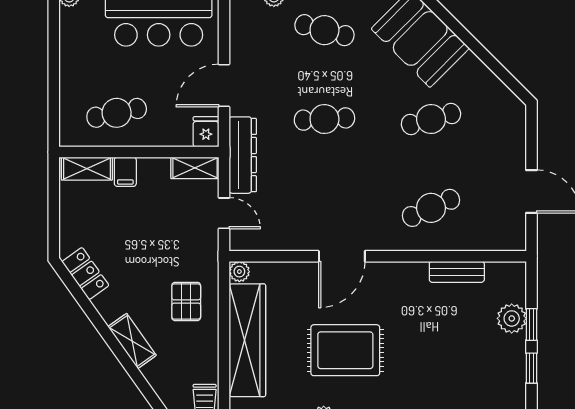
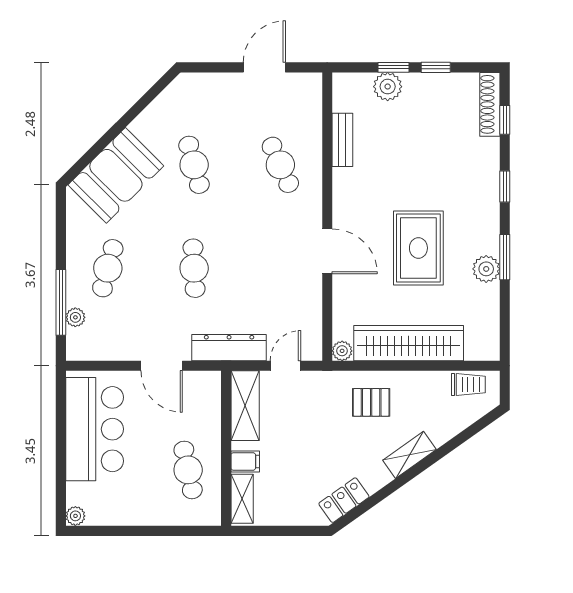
fridge: (206, 132) -> (206, 383), removed
shelving: (195, 168) -> (245, 406), width x1.50, depth x1.33

